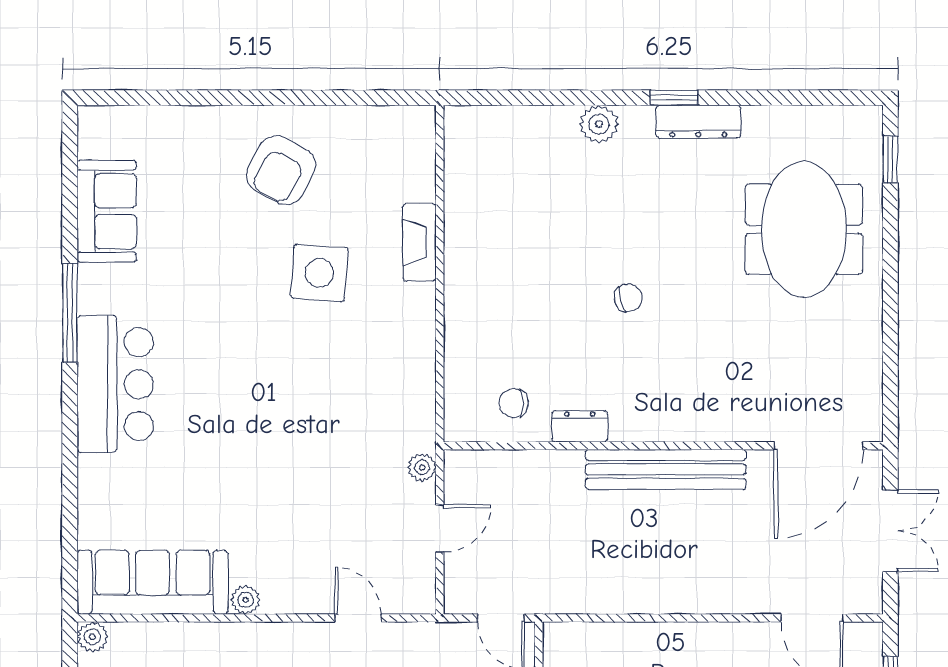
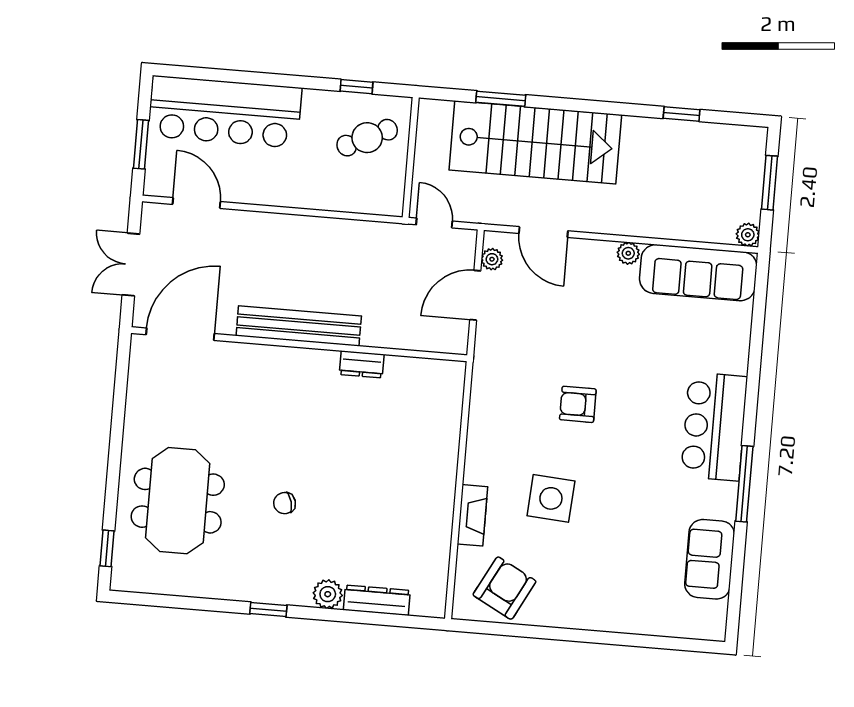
dresser: (698, 122) -> (377, 600), moved
armchair: (281, 170) -> (504, 588), moved
chair: (628, 298) -> (285, 503), moved
armchair: (295, 398) -> (578, 404), added
chair: (514, 403) -> (411, 386), removed
plant: (422, 467) -> (492, 259), moved
door: (440, 528) -> (475, 295), width x1.38
door: (358, 618) -> (543, 232), width x1.38

